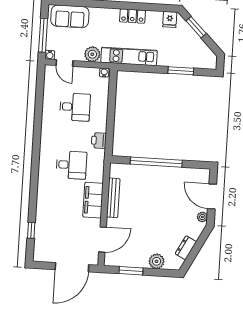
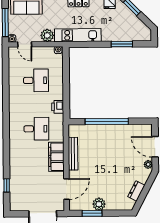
plant: (157, 261) -> (99, 204), moved

